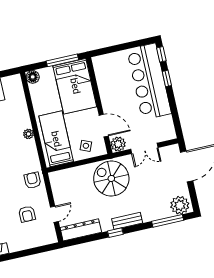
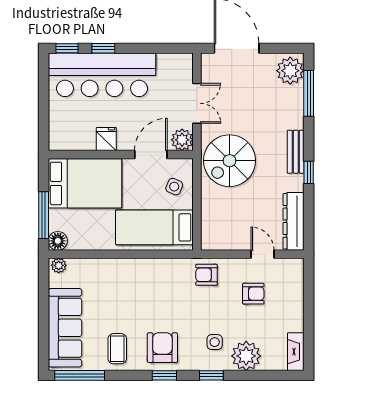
window: (62, 60) -> (44, 215), moved
fridge: (107, 94) -> (106, 139), added
plant: (28, 134) -> (59, 265), moved

